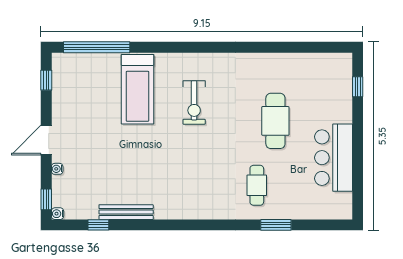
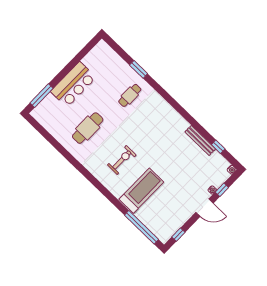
window: (358, 87) -> (41, 96), width x2.17
cafe table: (275, 121) -> (88, 128), moved
bar counter: (334, 158) -> (73, 84), moved
window: (46, 199) -> (222, 190), moved

